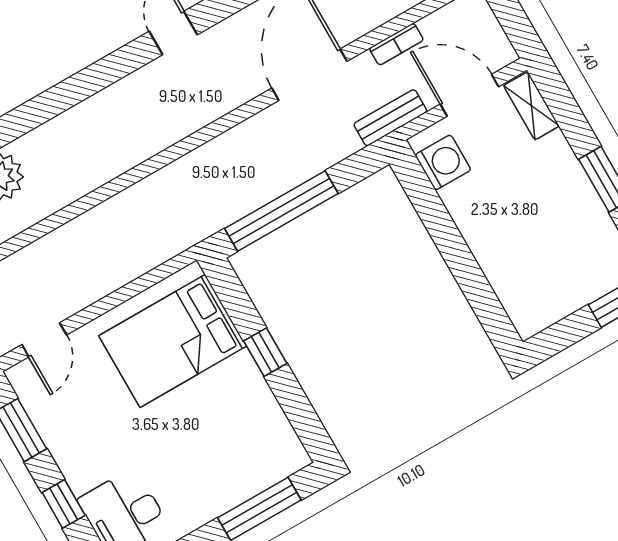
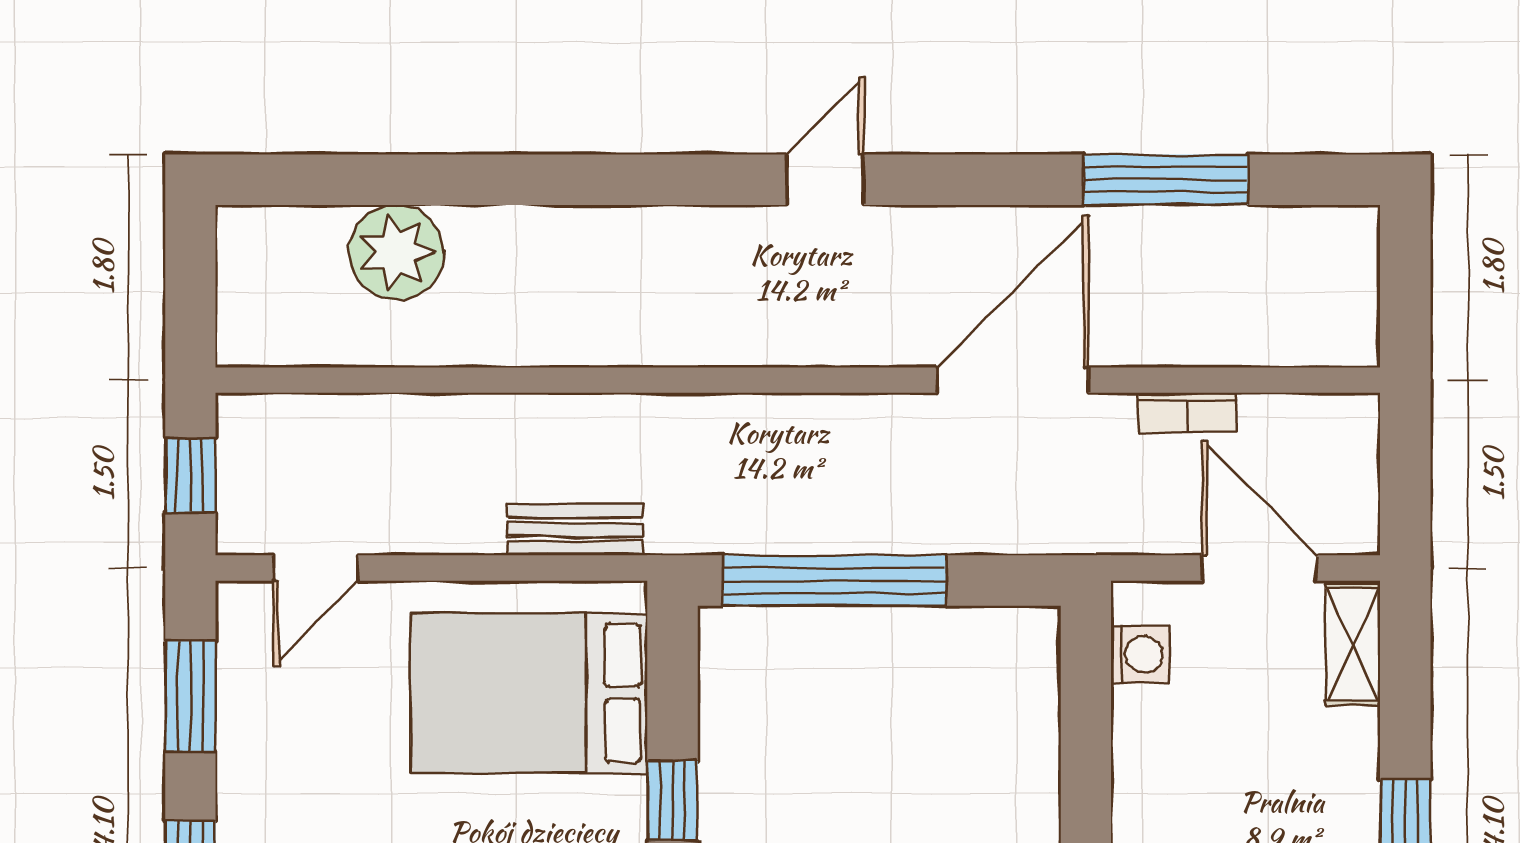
bench: (390, 118) -> (576, 530), moved
washing machine: (443, 162) -> (1140, 654), width x0.73, depth x0.73

